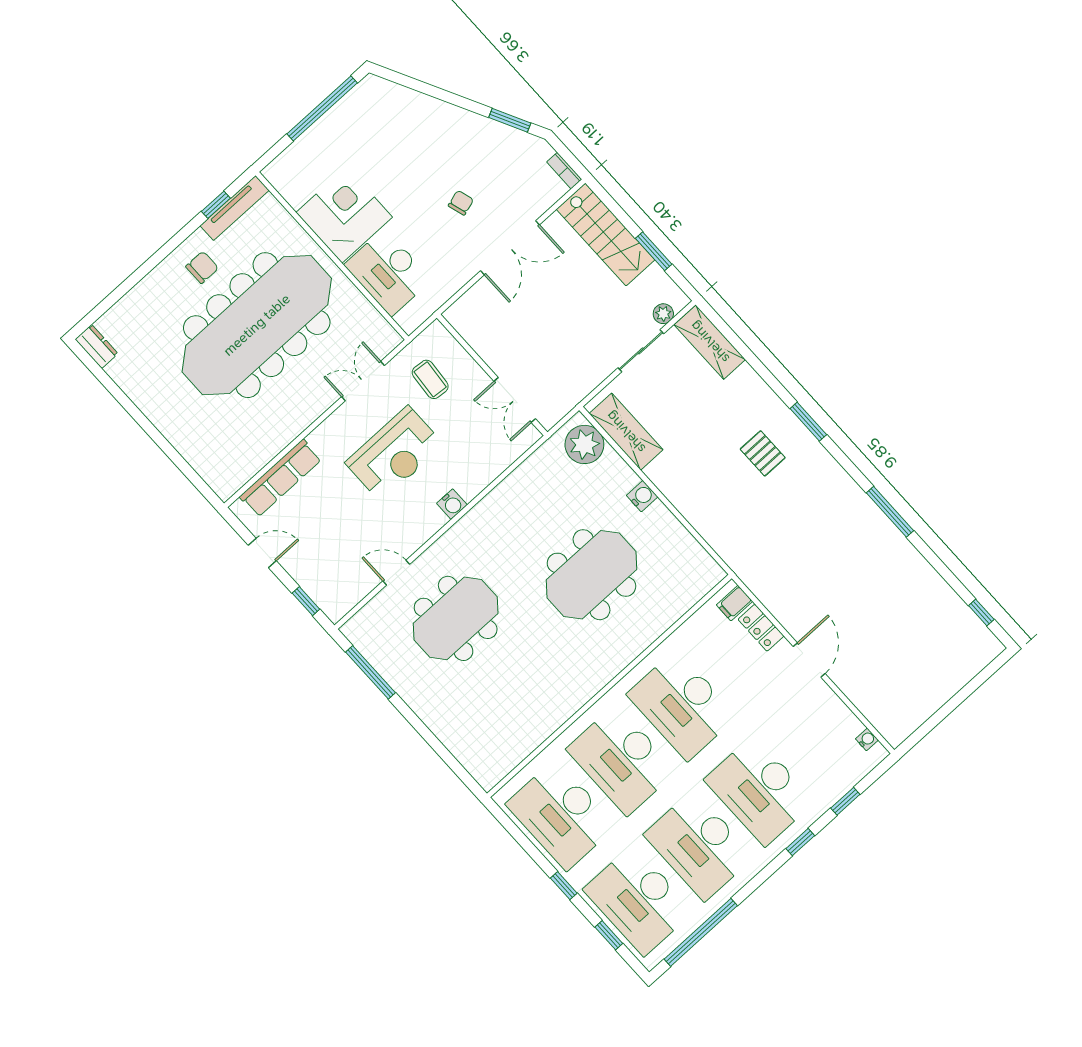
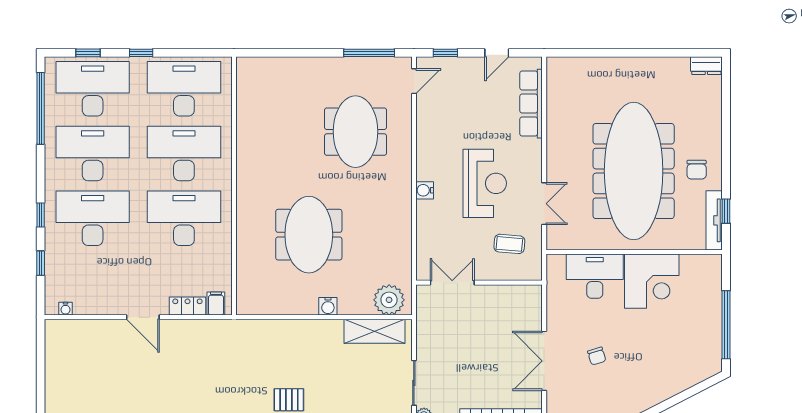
reception desk: (394, 454) -> (485, 183), turned 180
door: (396, 573) -> (414, 81), moved

